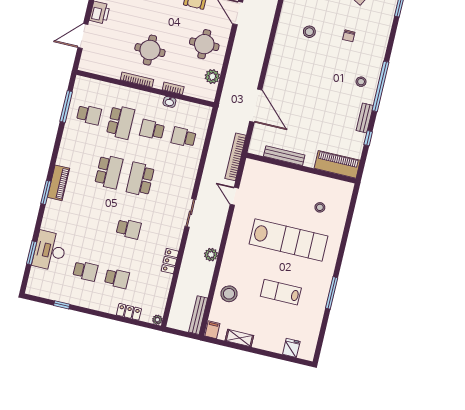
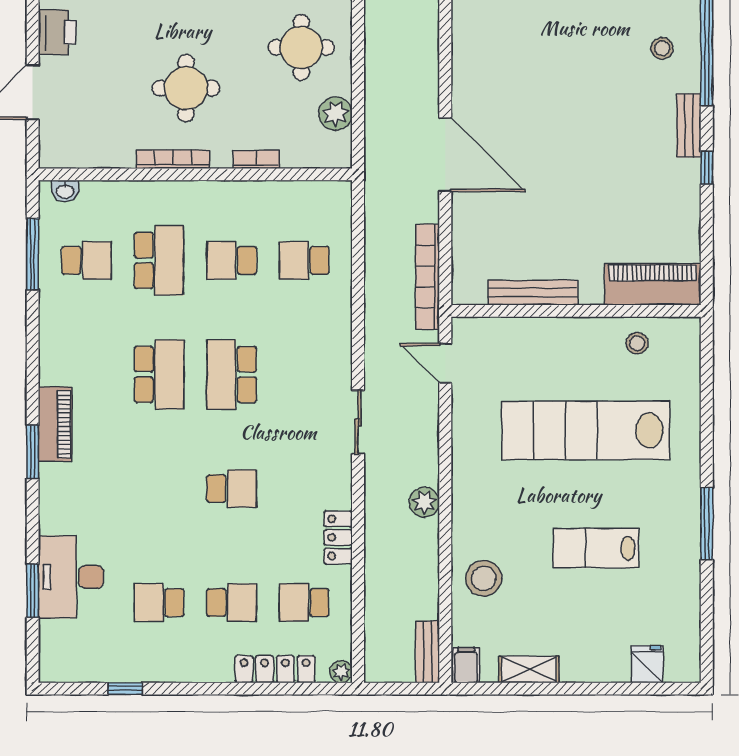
washbasin: (169, 102) -> (65, 191), moved
bench: (284, 156) -> (533, 293), moved
piano: (337, 164) -> (653, 284), moved
wall: (301, 168) -> (576, 311), moved
lab bench: (289, 240) -> (586, 430), turned 180
school desk: (85, 271) -> (159, 603), turned 180
school desk: (148, 286) -> (304, 603), added
locker: (129, 312) -> (275, 669), width x1.53
bench: (198, 315) -> (428, 652), width x0.73

